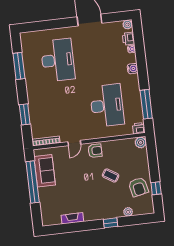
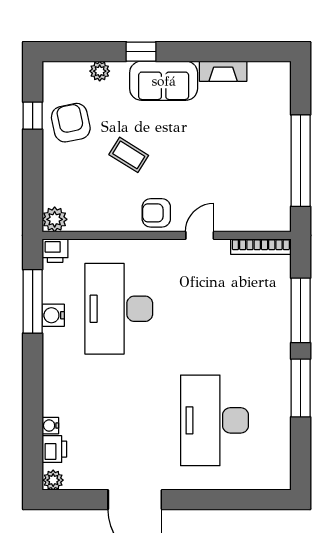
window: (19, 66) -> (301, 388), moved
water cooler: (133, 69) -> (53, 315), moved
window: (25, 114) -> (301, 310), width x1.44
sofa: (45, 171) -> (164, 81), moved, turned -90

